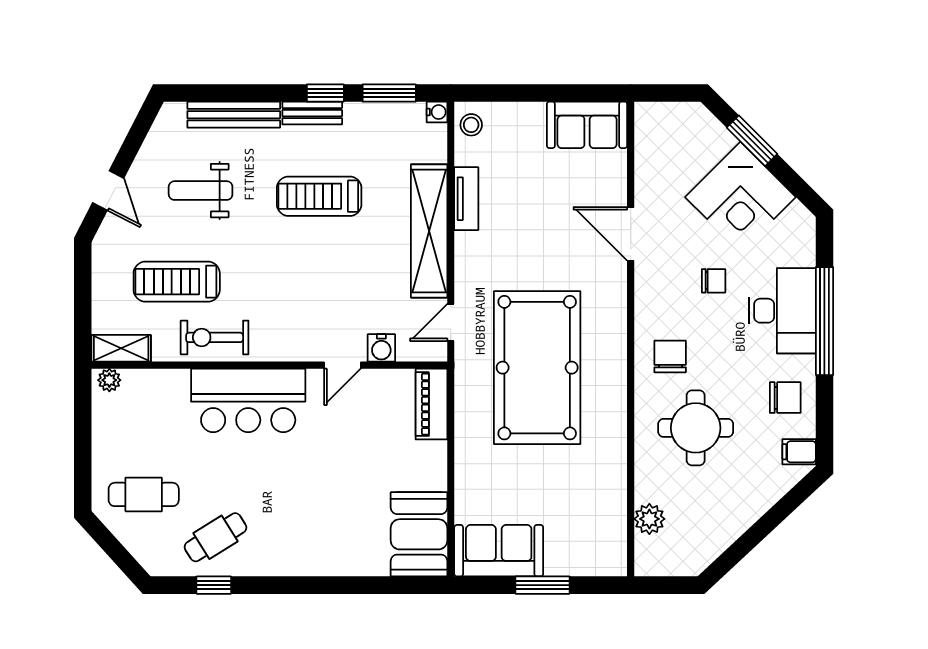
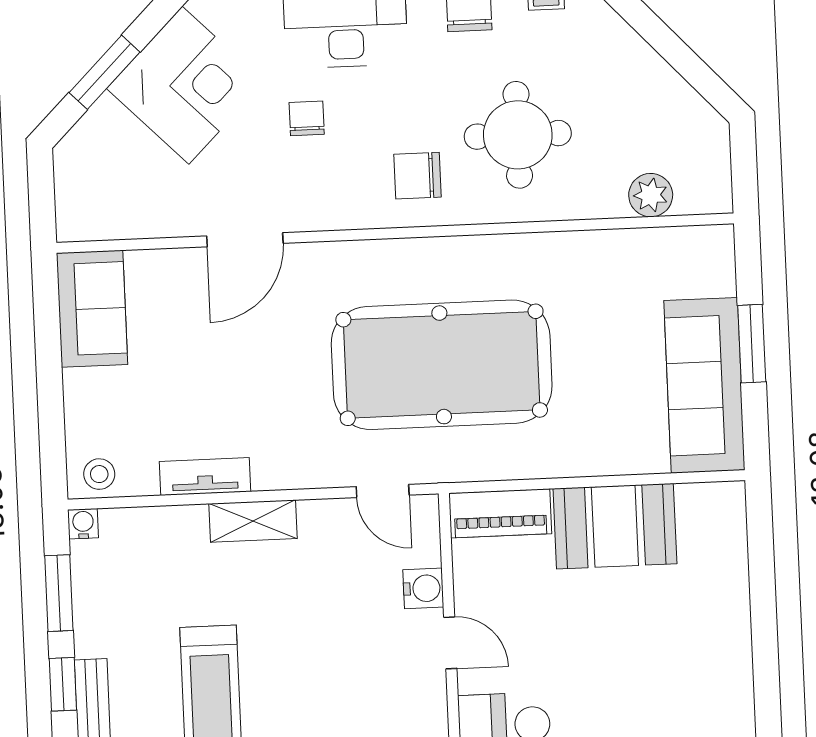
shelving: (429, 231) -> (253, 521), width x0.45, depth x0.75
booth: (419, 534) -> (615, 526), moved
sofa: (499, 551) -> (704, 385), width x1.36

